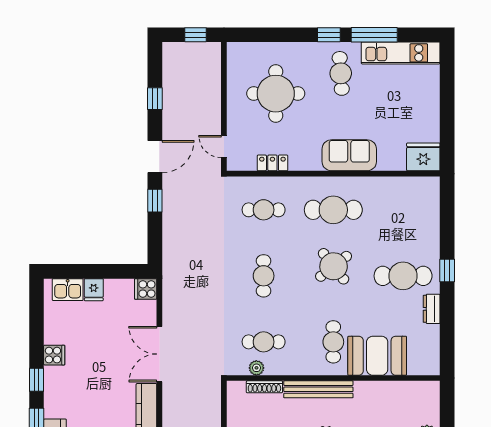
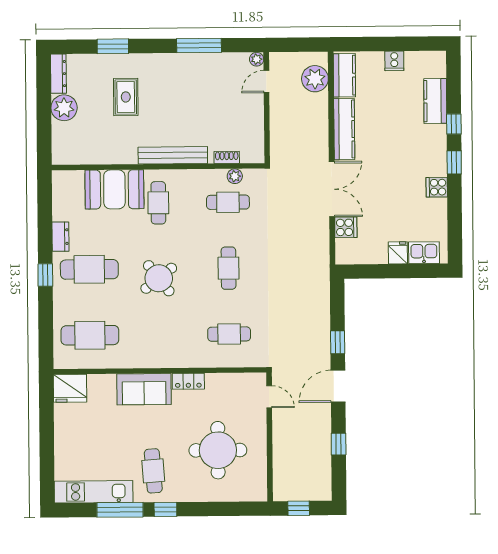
locker: (272, 163) -> (188, 381), moved
cafe table: (333, 210) -> (90, 335), moved
cooker: (146, 289) -> (346, 227), moved
shoe rack: (264, 387) -> (227, 157), width x0.70

